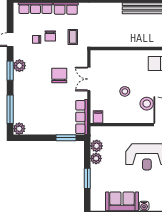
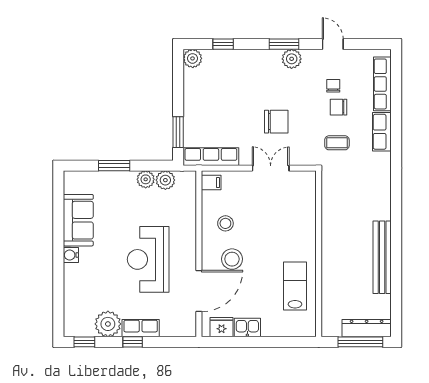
stool: (125, 91) -> (225, 223), moved
window: (10, 109) -> (223, 44), width x0.46

